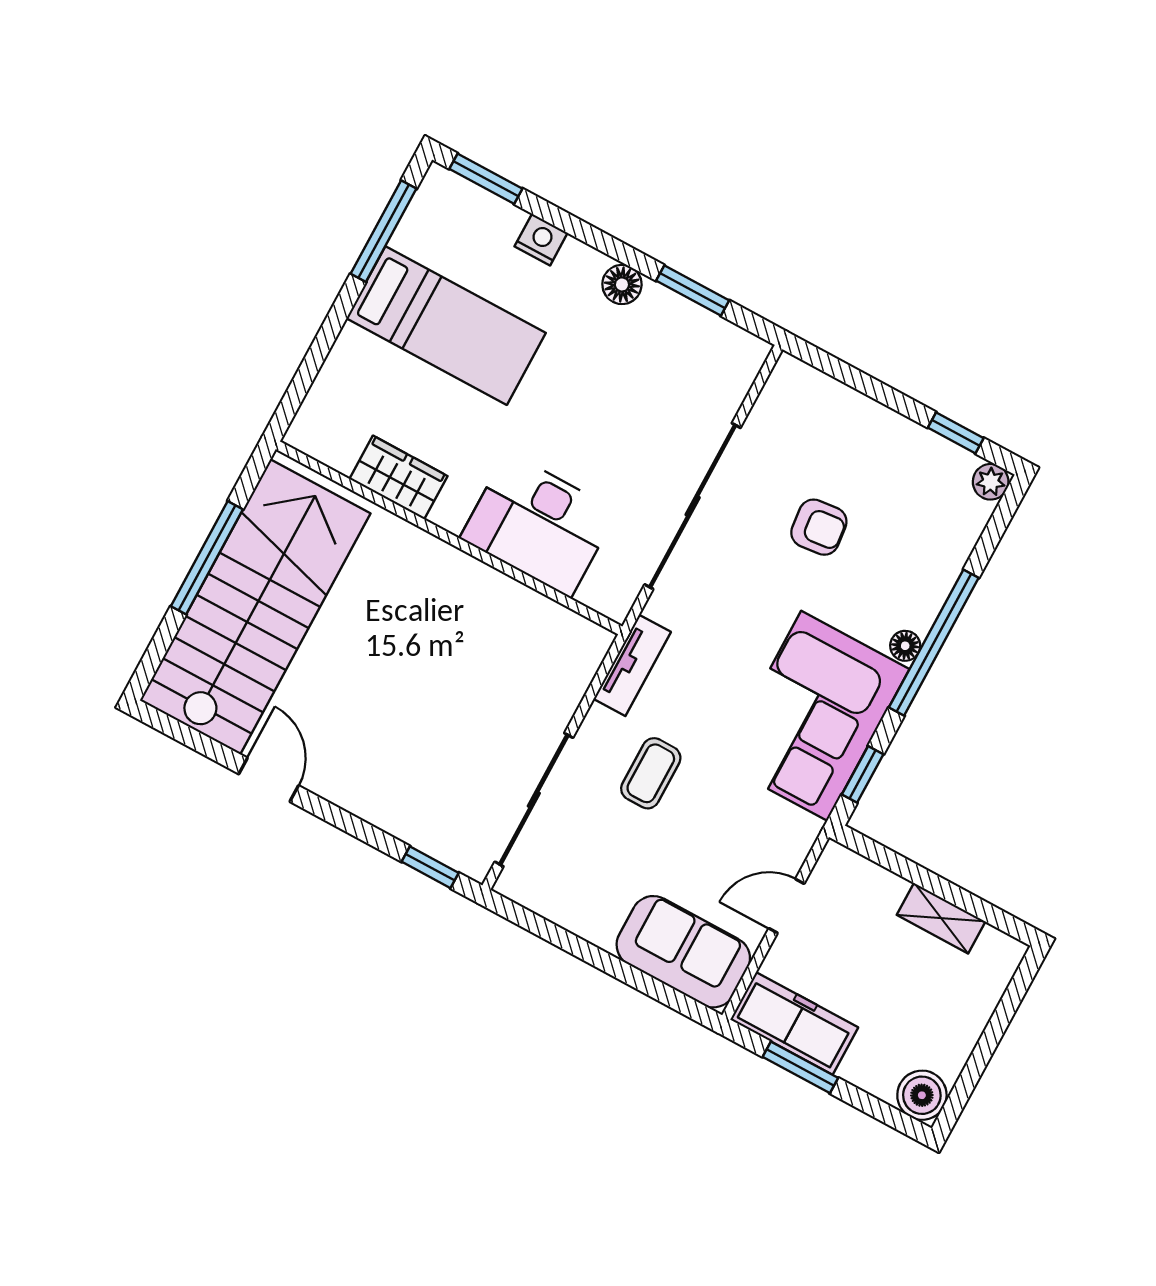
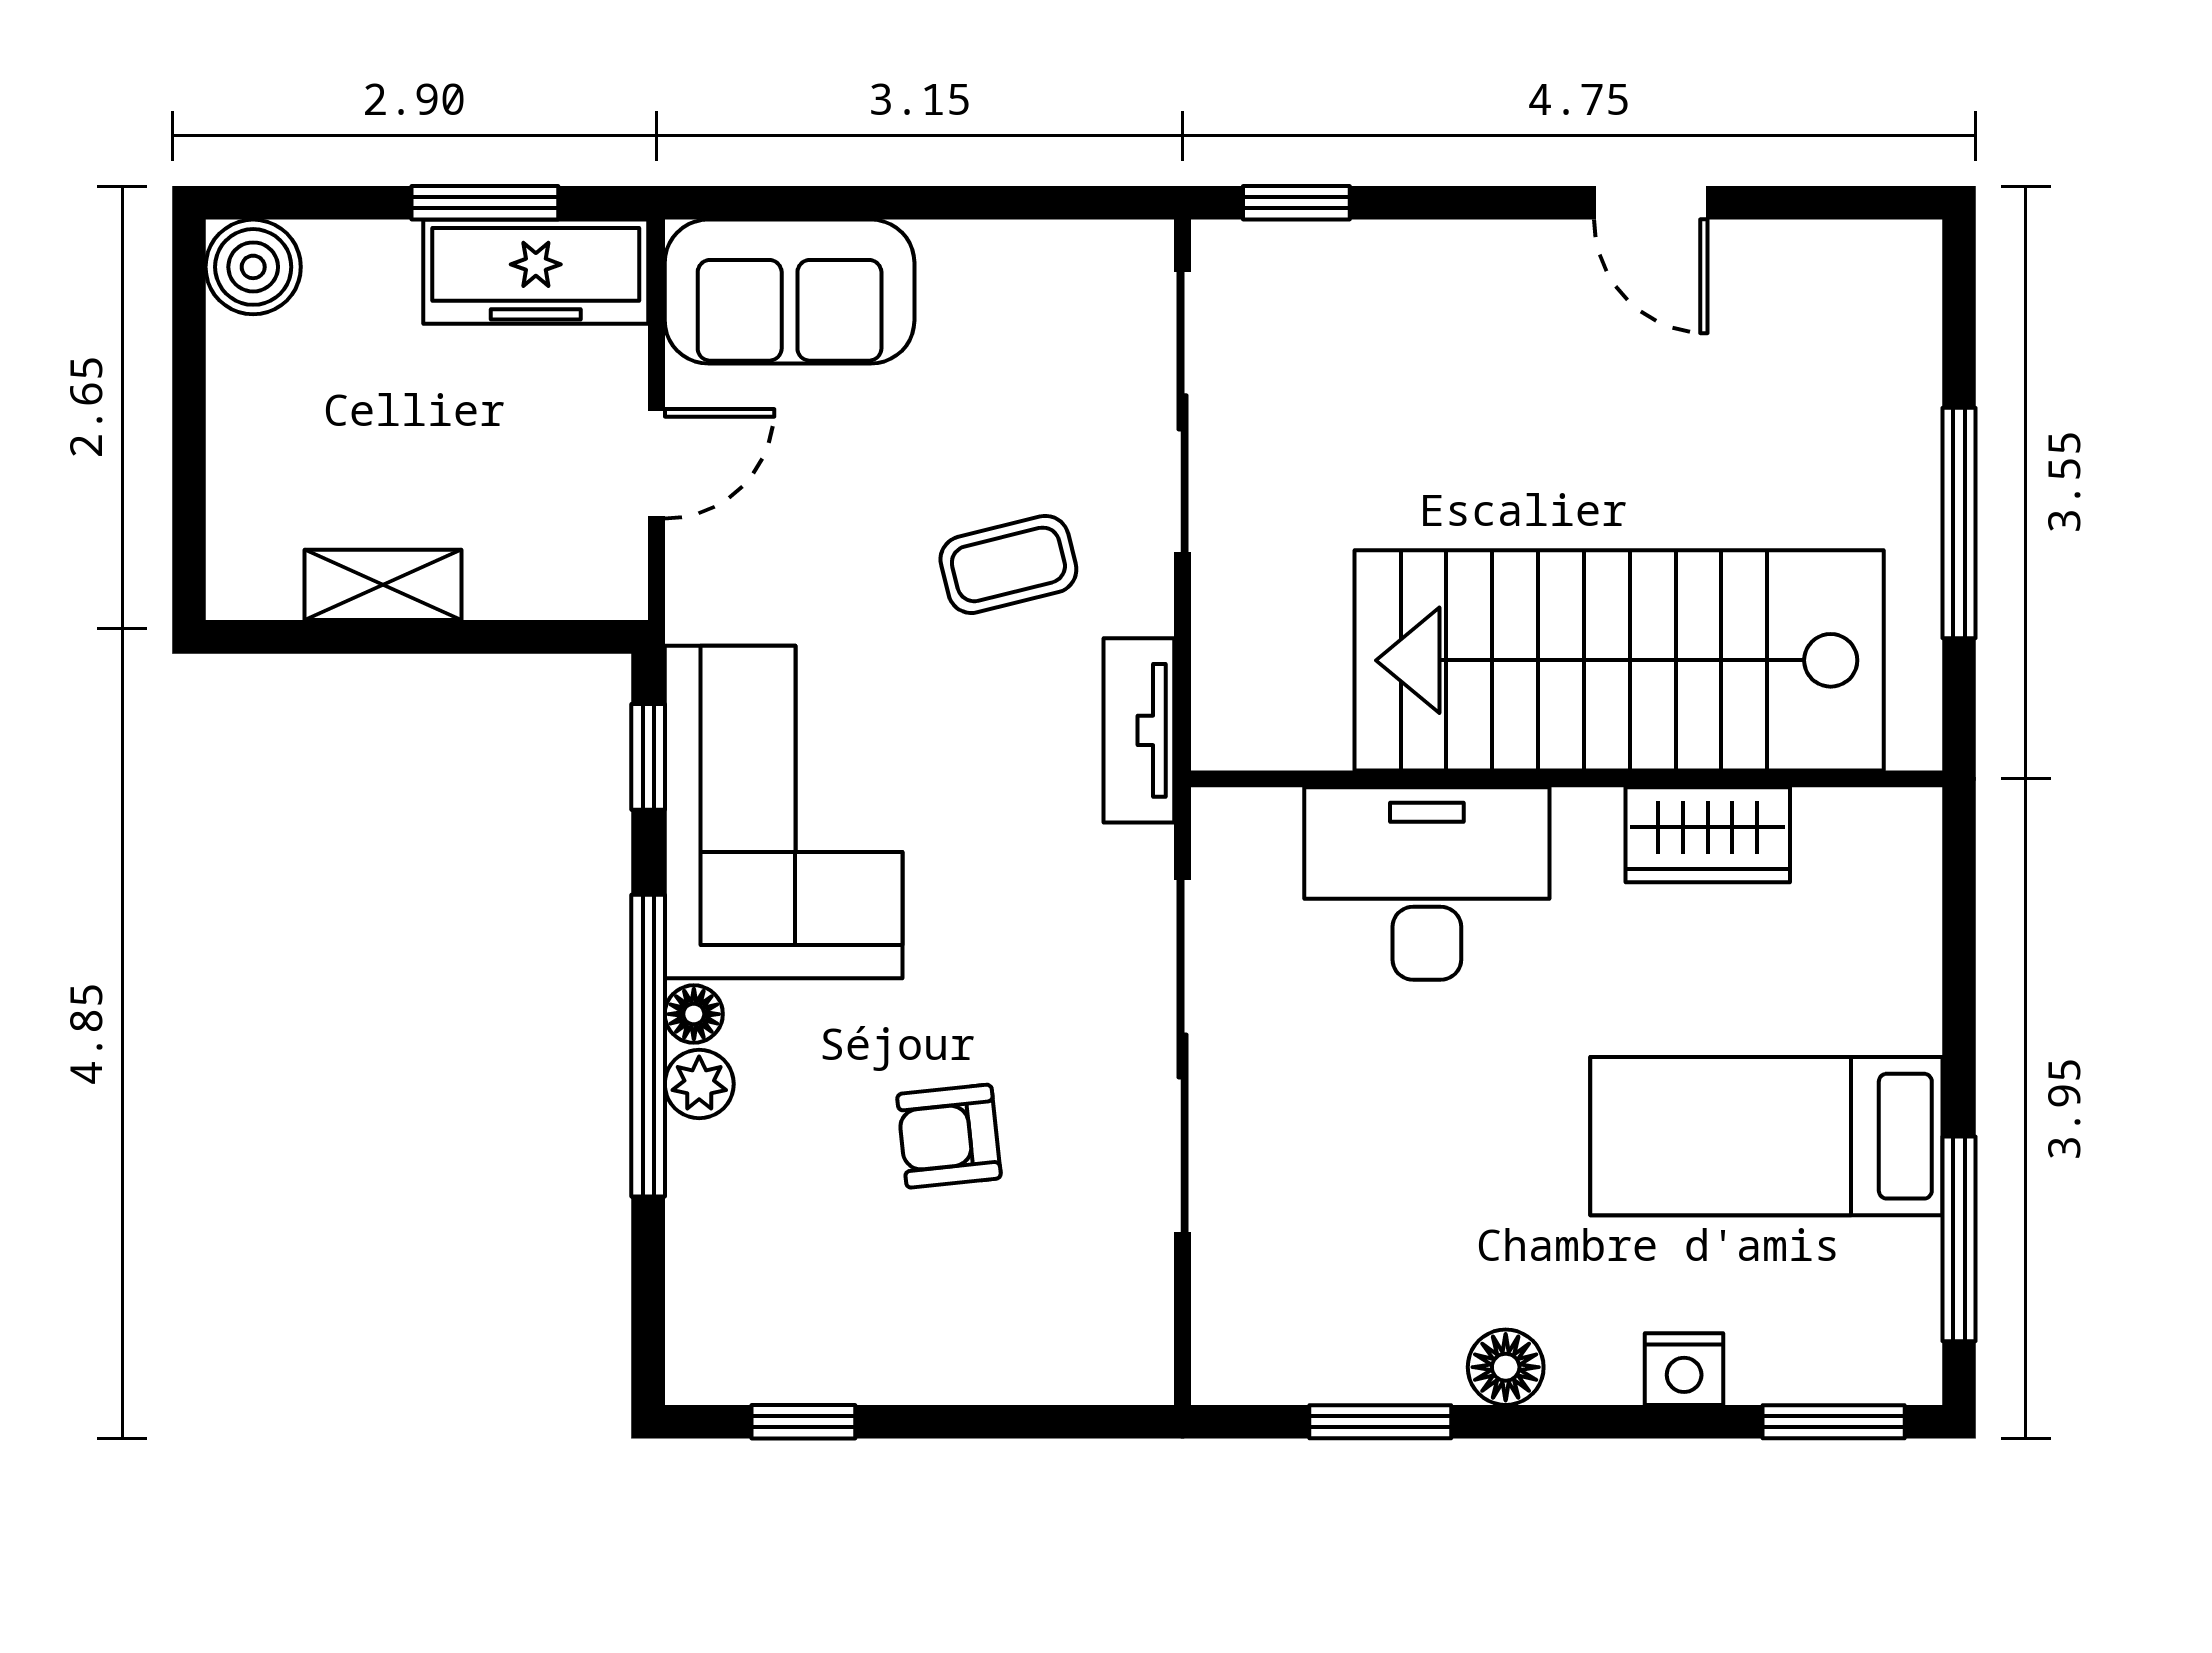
plant: (991, 482) -> (699, 1084), moved
stairs: (255, 607) -> (1619, 660), moved, turned 90
coffee table: (651, 773) -> (1008, 564), turned 76

